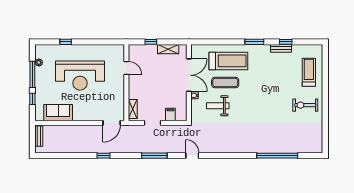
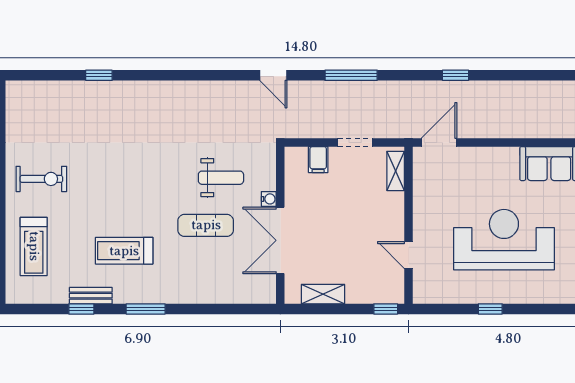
window: (66, 42) -> (490, 309), moved
window: (151, 42) -> (386, 309), moved
treadmill: (228, 61) -> (124, 251), moved, width x0.73, depth x0.73
window: (277, 156) -> (99, 75), width x0.32

